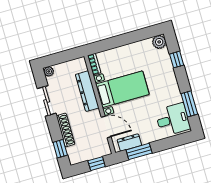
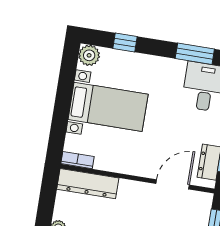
bed with nightstands: (122, 89) -> (108, 107), moved, turned 90
dresser: (87, 91) -> (88, 184), moved

